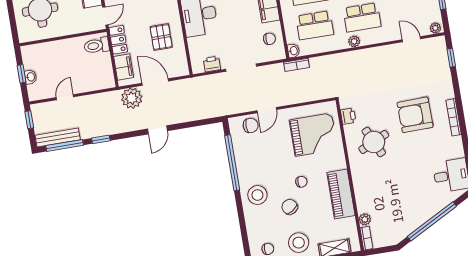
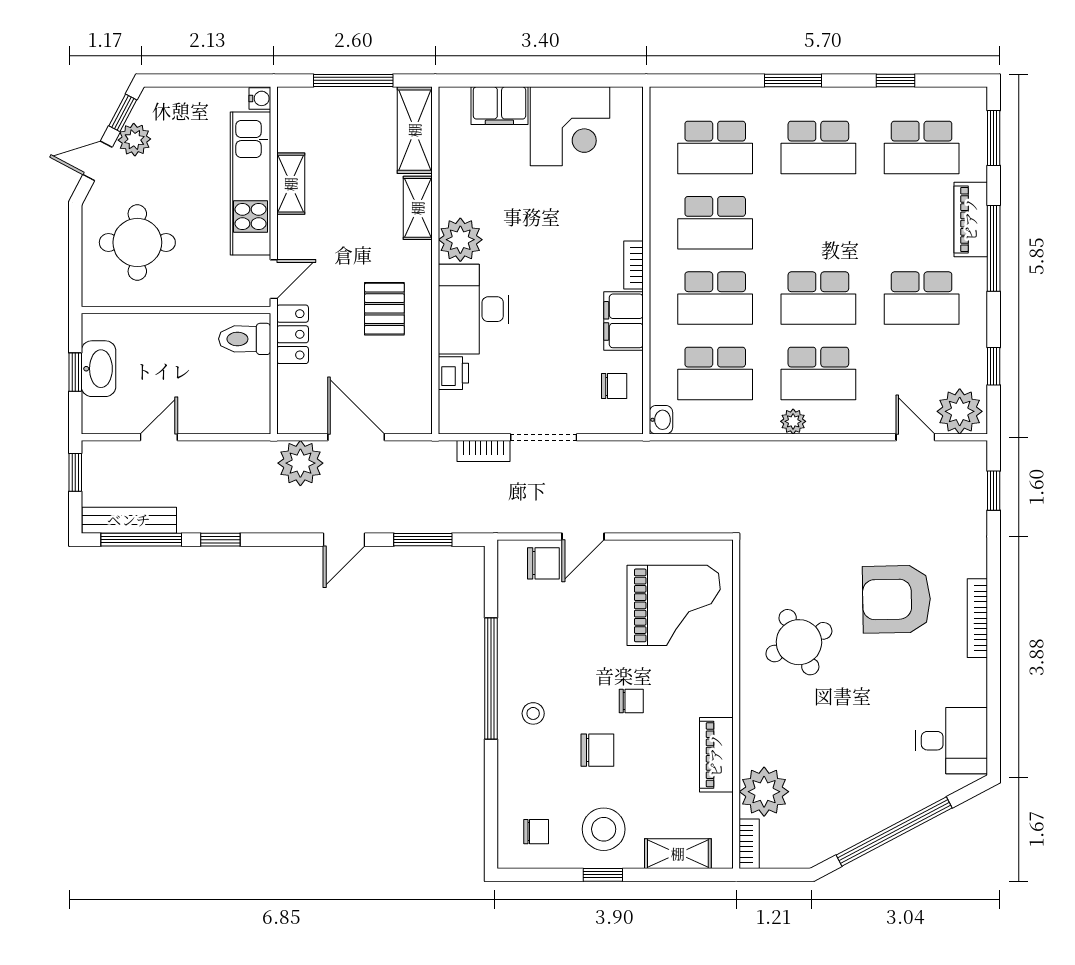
plant: (435, 28) -> (960, 411), width x1.88, depth x1.88
pallet: (161, 37) -> (384, 309), moved
printer: (212, 64) -> (453, 373), moved, turned 90
bookcase: (296, 65) -> (483, 451), moved
filing cabinet: (124, 67) -> (294, 394), removed
washbasin: (31, 77) -> (99, 369), width x1.91, depth x1.45
printer: (348, 116) -> (754, 578), removed
window: (194, 124) -> (423, 540), added
window: (232, 163) -> (491, 678), moved
piano: (341, 194) -> (716, 755), width x0.73, depth x0.75
stool: (257, 195) -> (533, 713), width x0.53, depth x0.53
chair: (290, 207) -> (597, 750), turned 122
plant: (365, 219) -> (764, 792), width x1.88, depth x1.88

